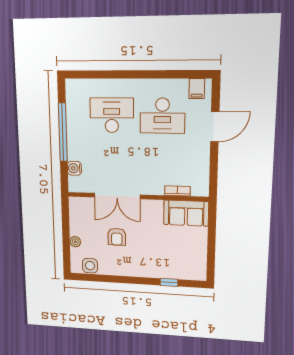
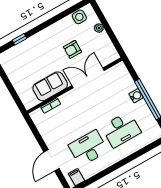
water cooler: (74, 168) -> (136, 96), moved
sofa: (186, 213) -> (50, 86), moved
armchair: (117, 237) -> (73, 49), turned -90

